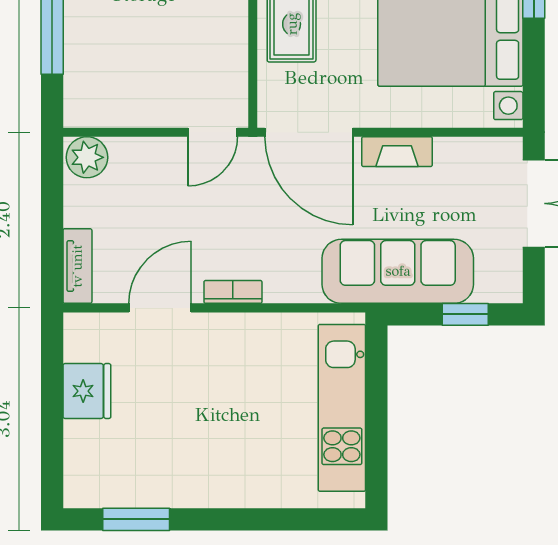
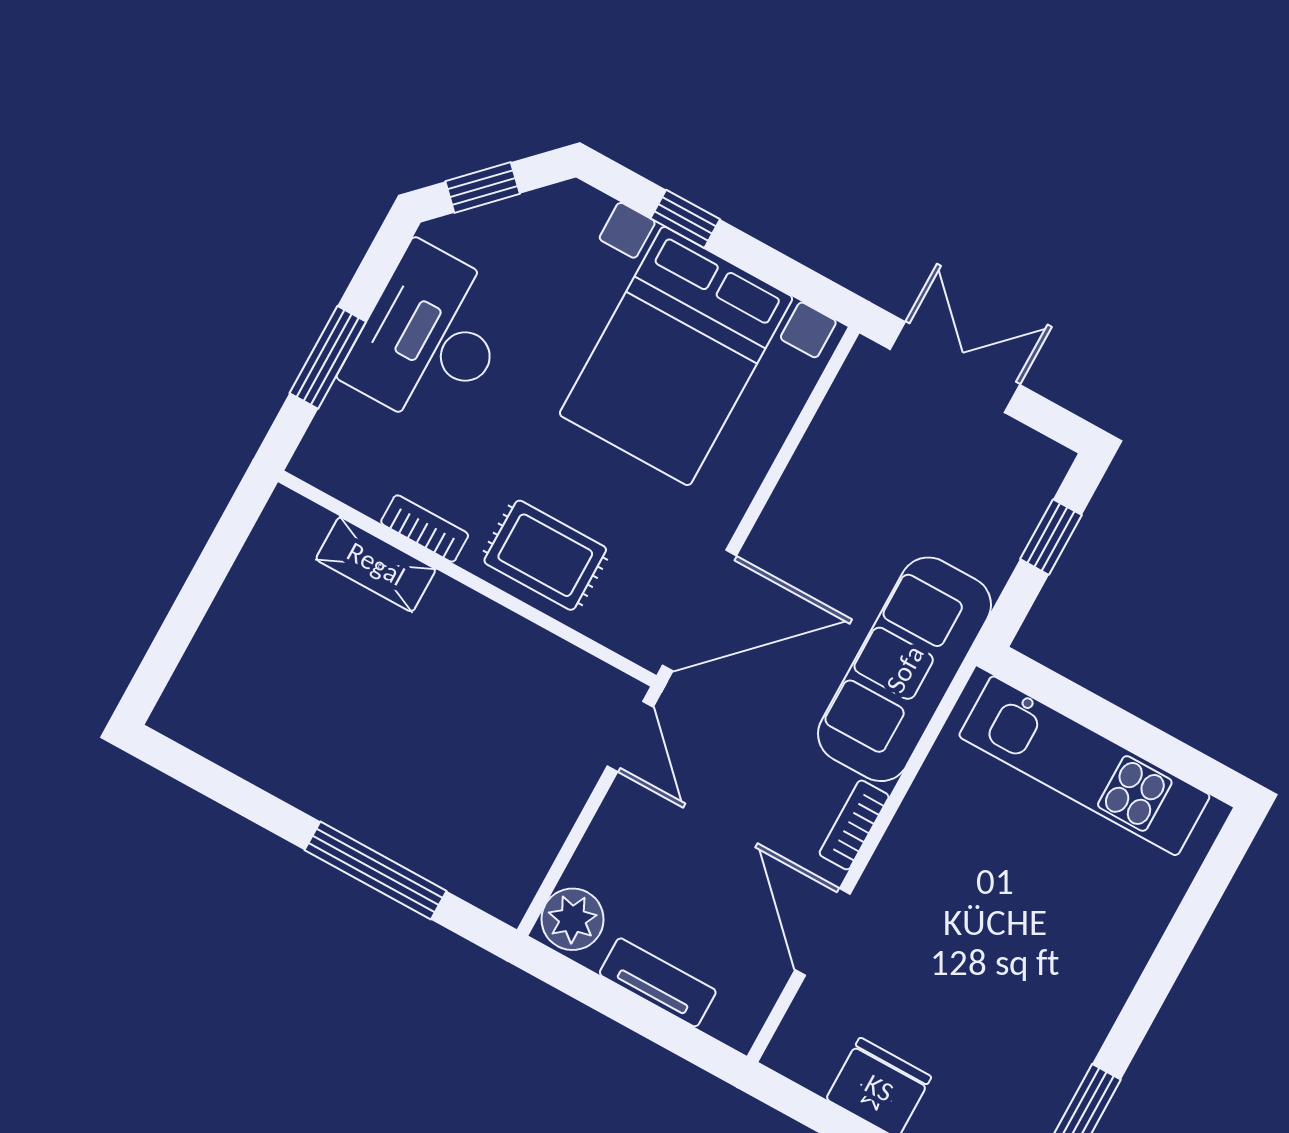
fireplace: (397, 152) -> (788, 509), removed
tv unit: (77, 266) -> (658, 982), moved
sofa: (398, 271) -> (905, 669), moved

